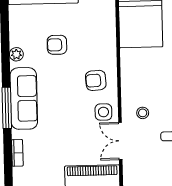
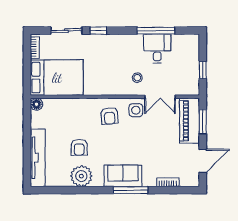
plant: (16, 54) -> (81, 176), width x1.88, depth x1.88
sofa: (24, 98) -> (123, 176), width x0.73

